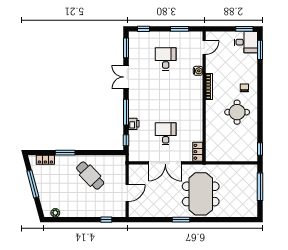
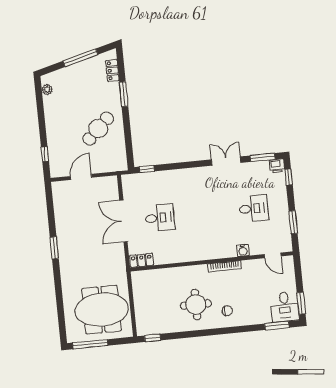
window: (126, 112) -> (182, 165), removed
printer: (134, 124) -> (277, 166), moved
window: (260, 187) -> (90, 344), moved
door: (127, 193) -> (81, 177), swing flipped
meeting table: (201, 194) -> (102, 310), moved

